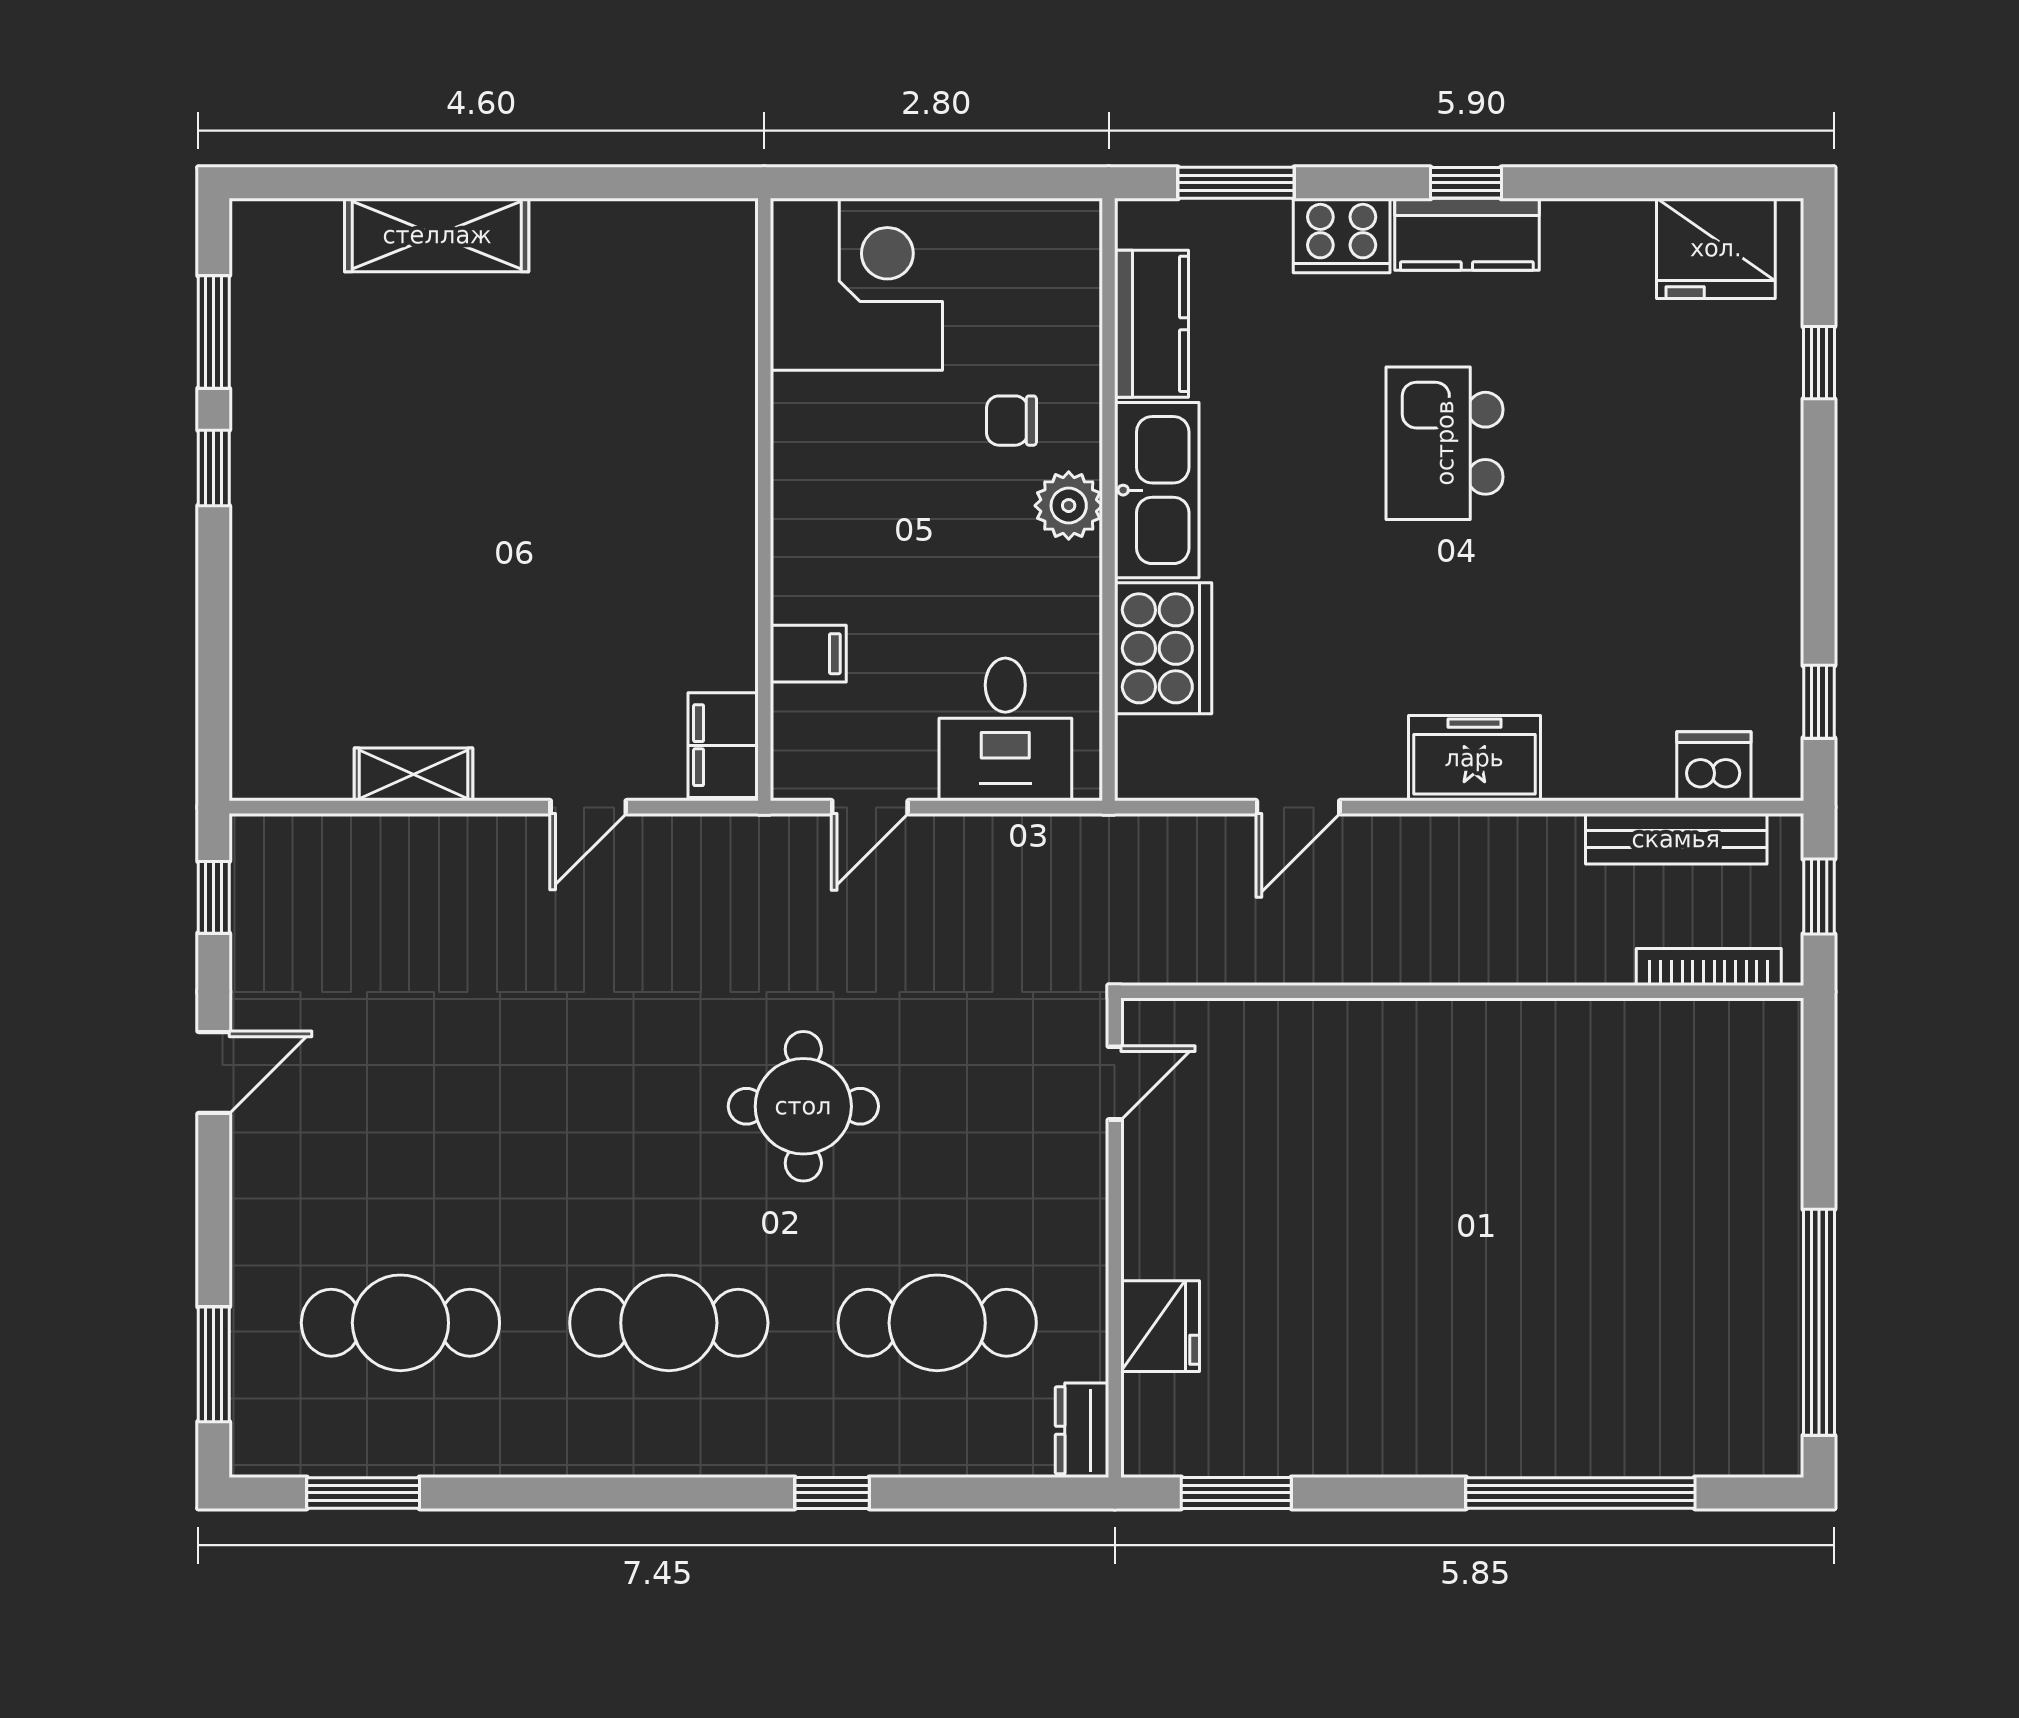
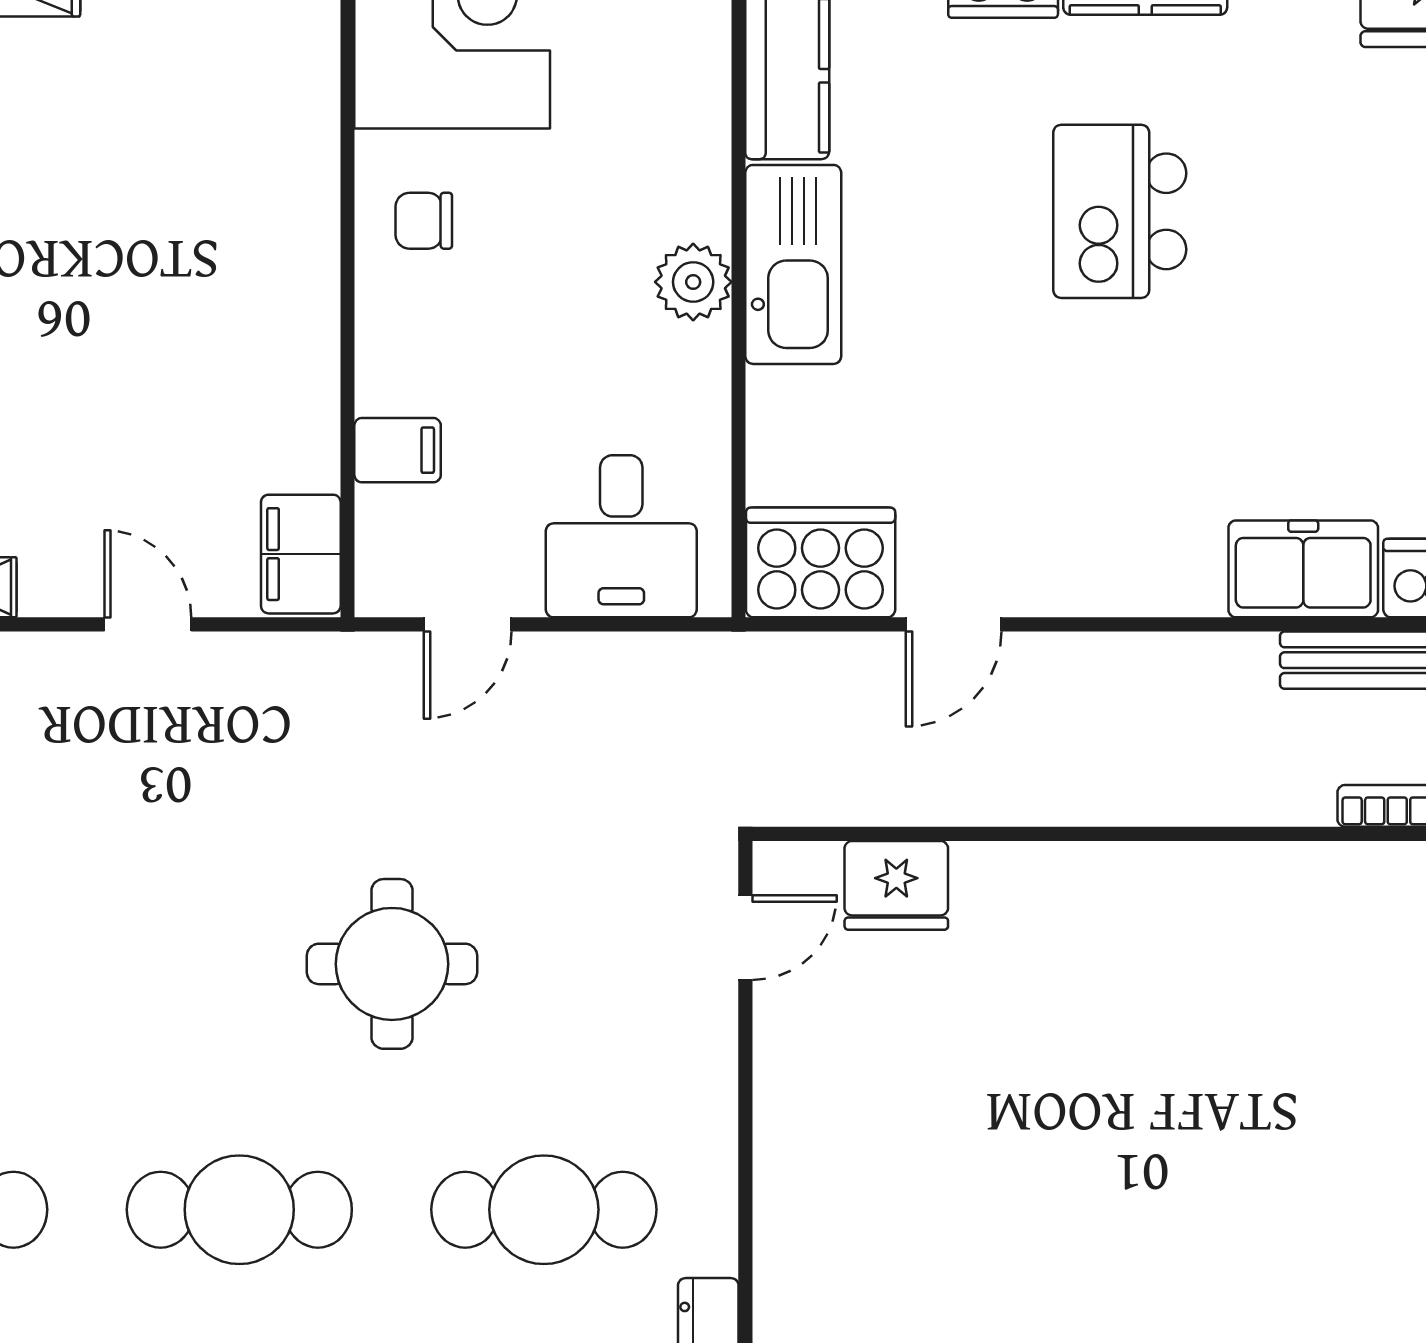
chair: (1012, 421) -> (424, 221), moved
cooker: (1163, 648) -> (821, 562), moved, turned -90
freezer: (1474, 758) -> (1303, 569), moved
door: (588, 807) -> (148, 624), swing flipped
fridge: (1160, 1326) -> (896, 885), moved, turned 90

